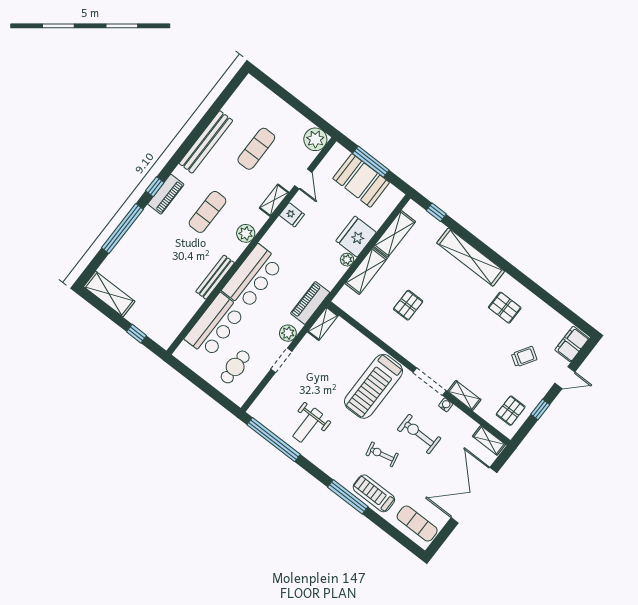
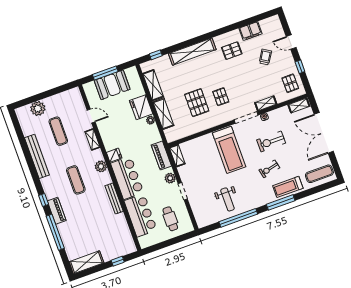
plant: (315, 139) -> (38, 108), moved
piano: (166, 194) -> (57, 211), moved
fridge: (292, 215) -> (114, 155), moved
pallet: (408, 305) -> (197, 103), width x1.50, depth x1.42
pallet: (436, 331) -> (221, 97), added
filing cabinet: (572, 344) -> (250, 31), moved, turned -90
door: (565, 378) -> (291, 42), swing flipped
window: (274, 440) -> (238, 218), moved

